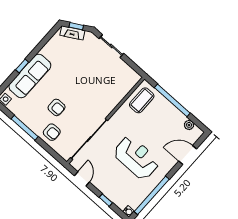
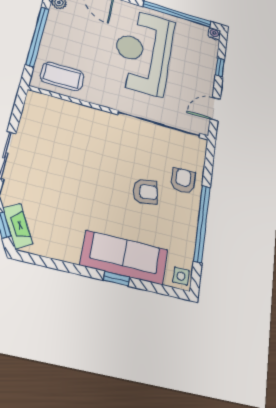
armchair: (57, 107) -> (145, 192), turned 81
window: (25, 128) -> (202, 223), width x1.46
reception desk: (136, 158) -> (143, 51), width x1.36, depth x1.30

